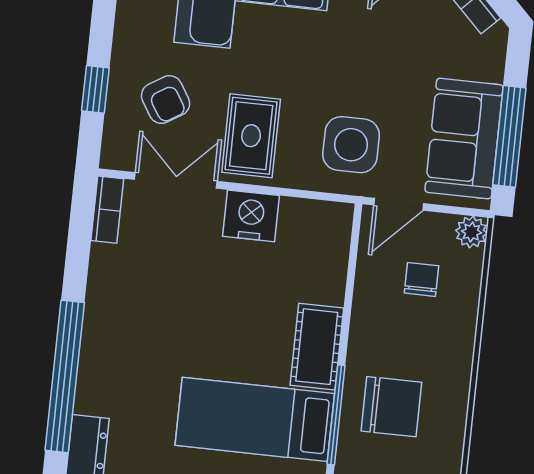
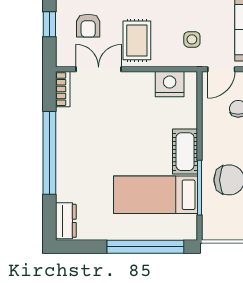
armchair: (166, 100) -> (88, 26), turned 32
side table: (351, 145) -> (192, 39), width x0.54, depth x0.54
nightstand: (251, 216) -> (170, 84), moved
window: (65, 376) -> (49, 153), moved

